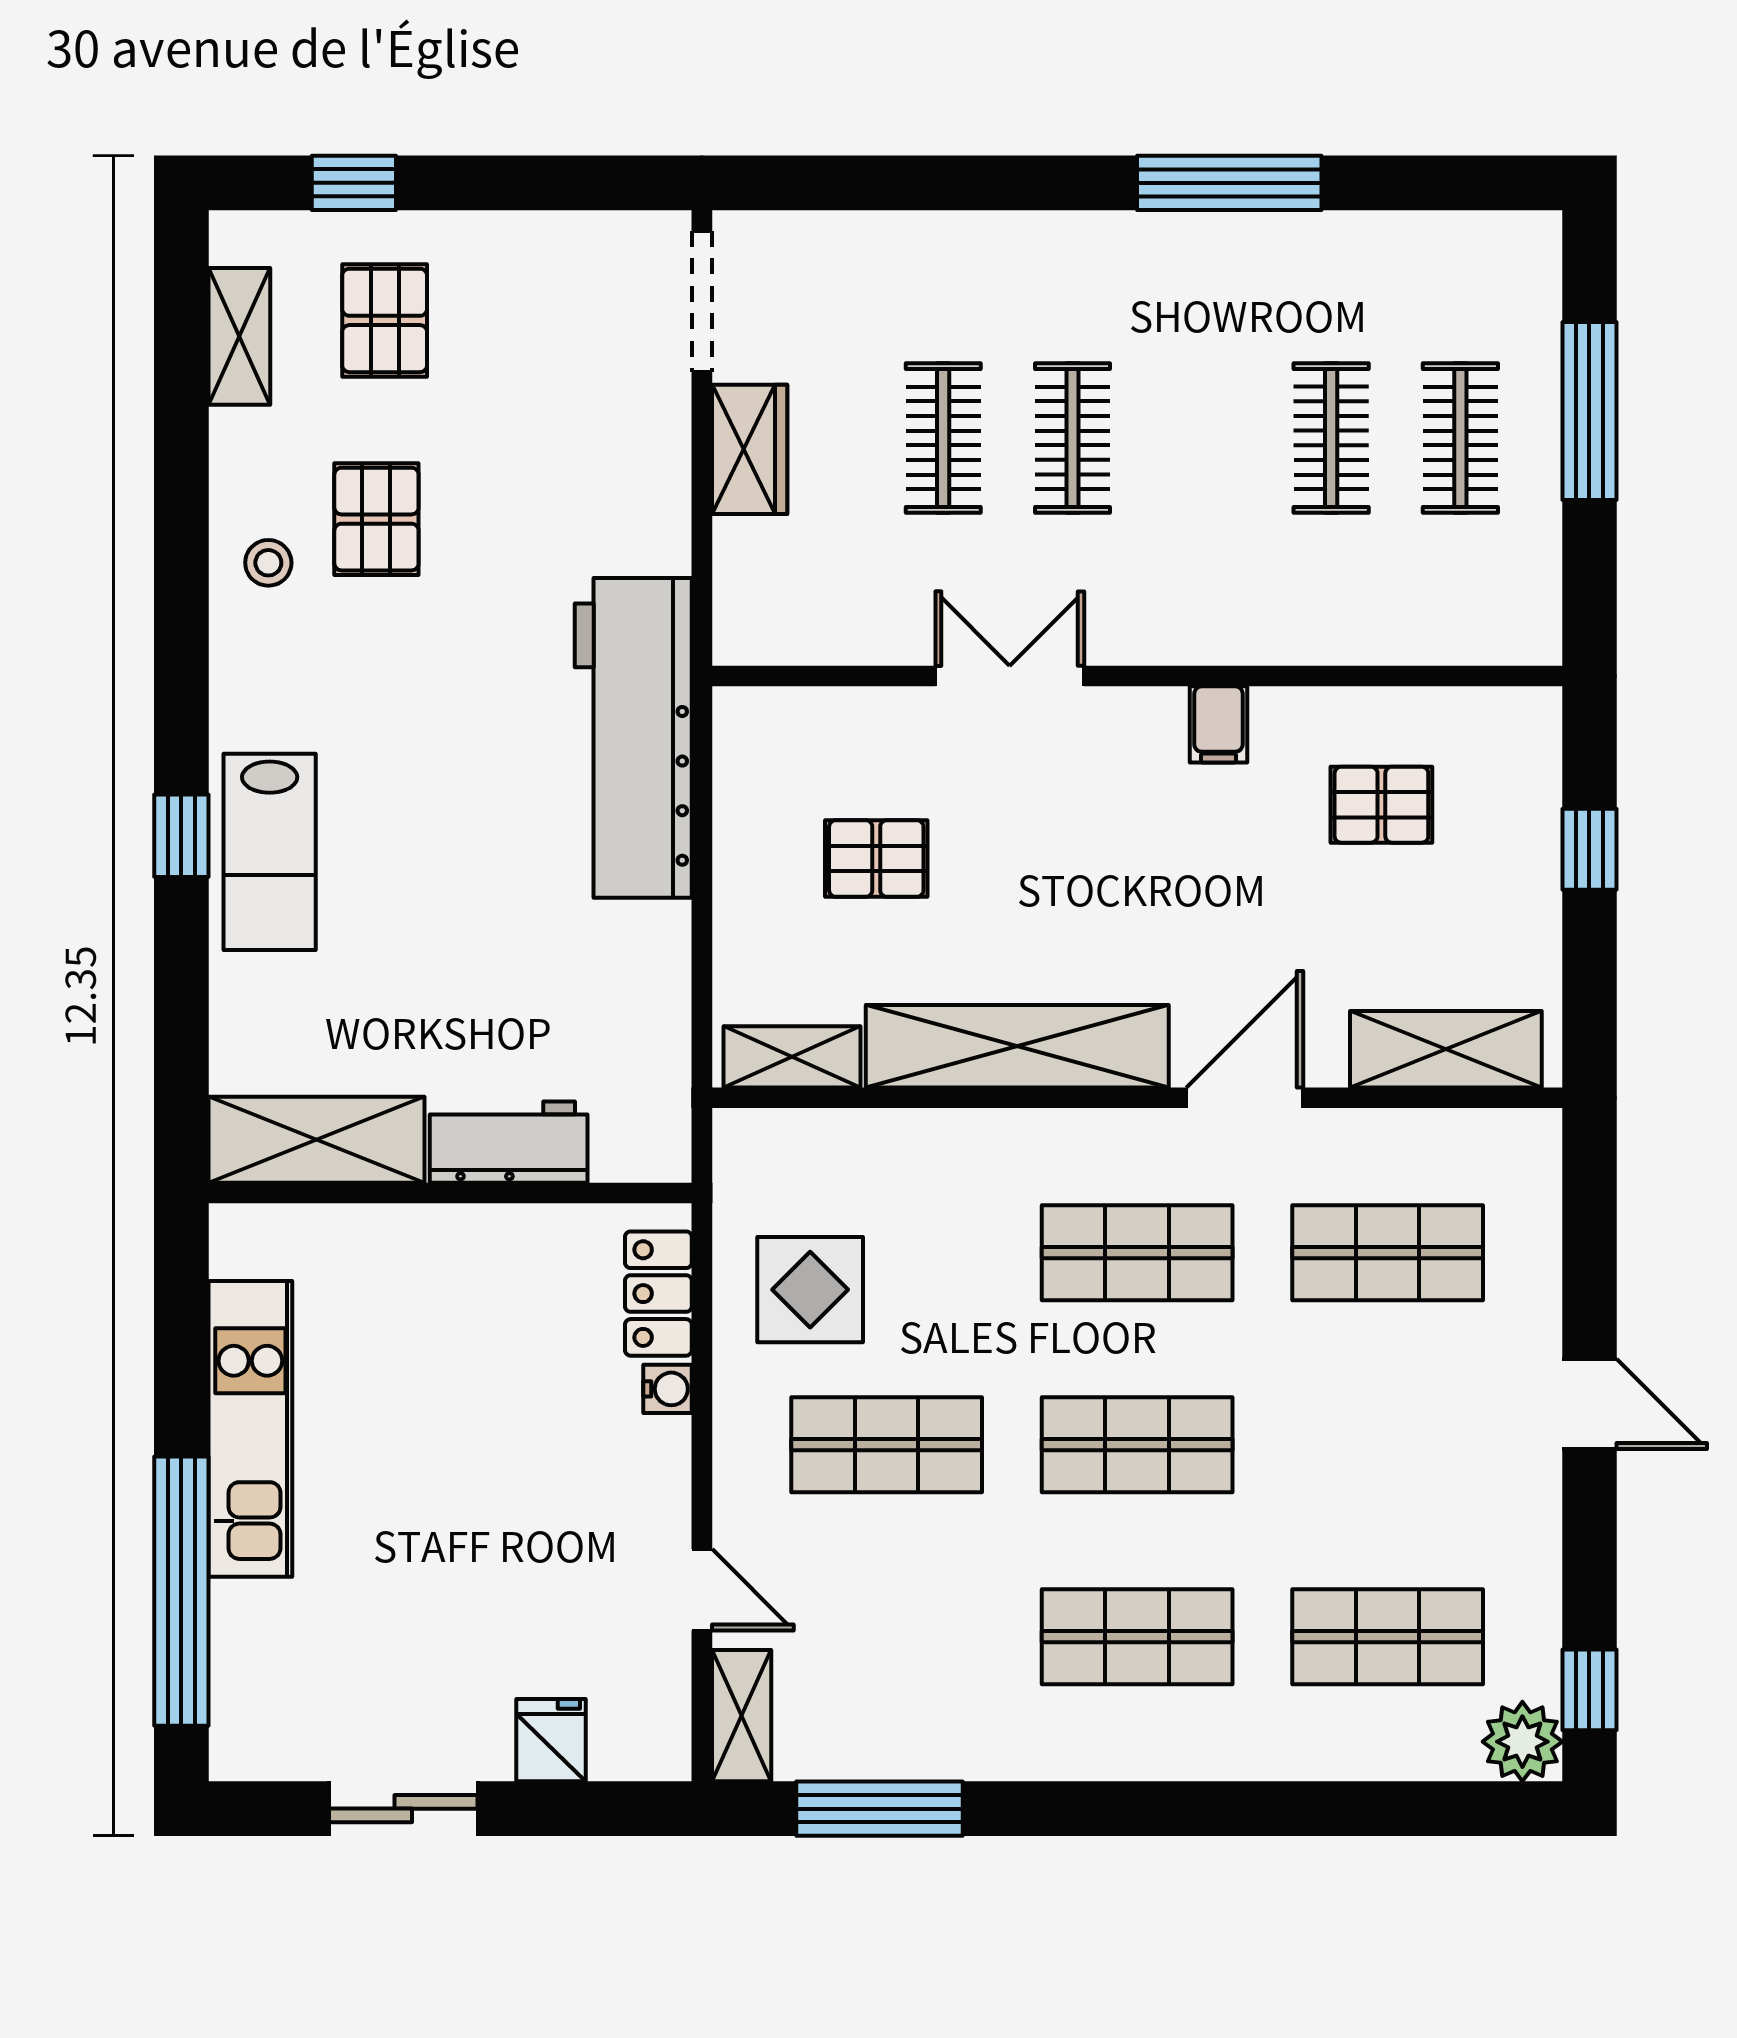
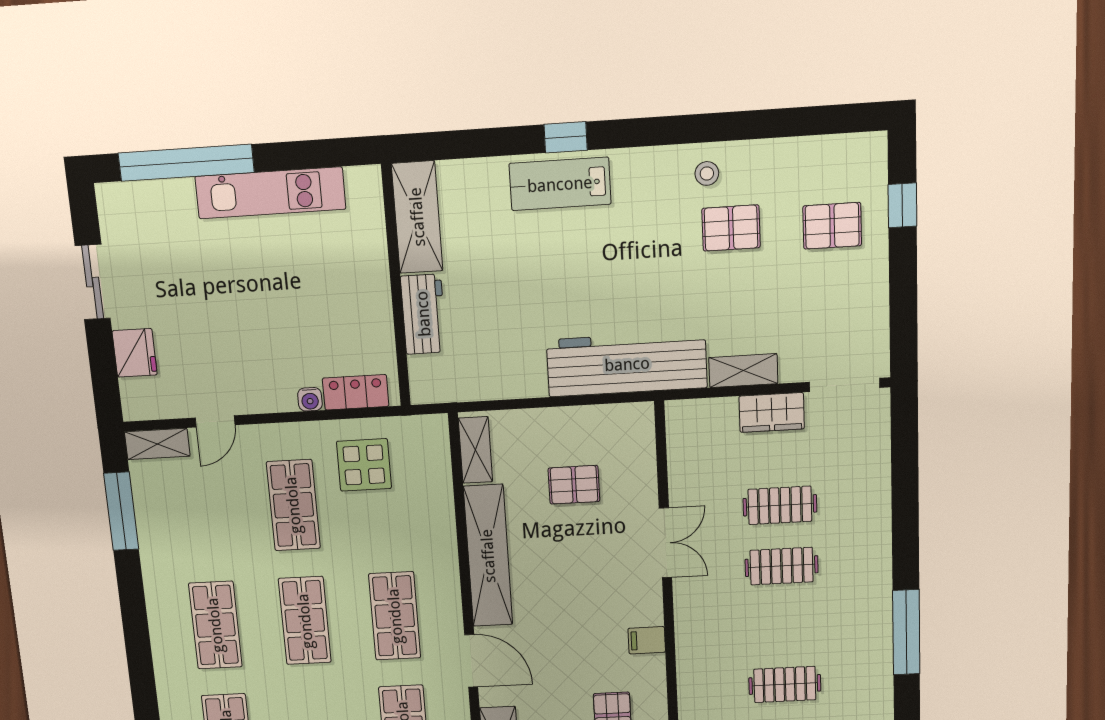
shelving: (239, 336) -> (743, 371), moved
pallet: (876, 859) -> (574, 485), turned 90
fridge: (551, 1740) -> (135, 353), width x1.38

